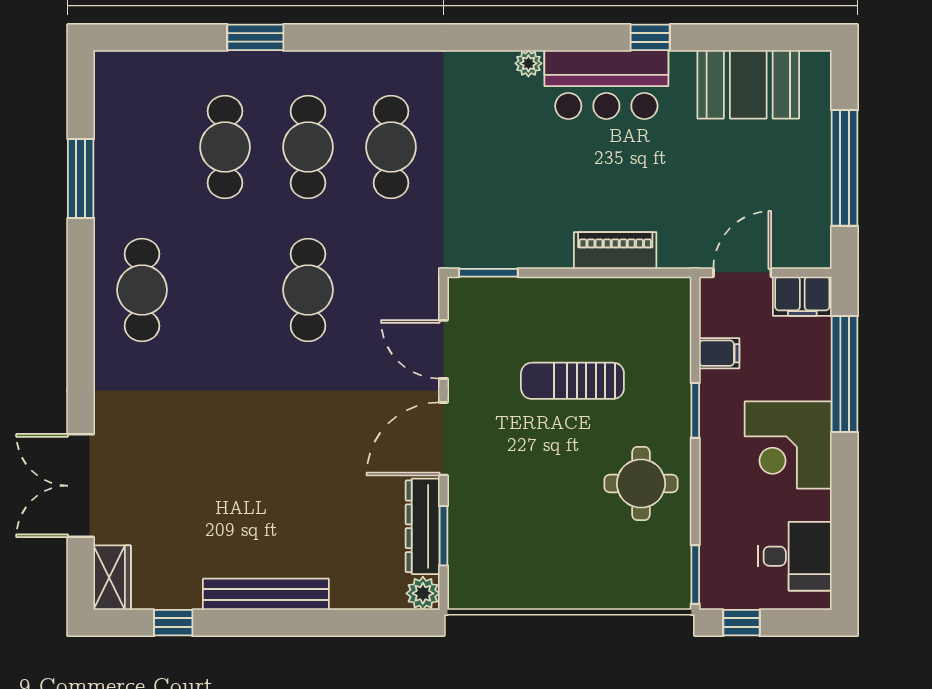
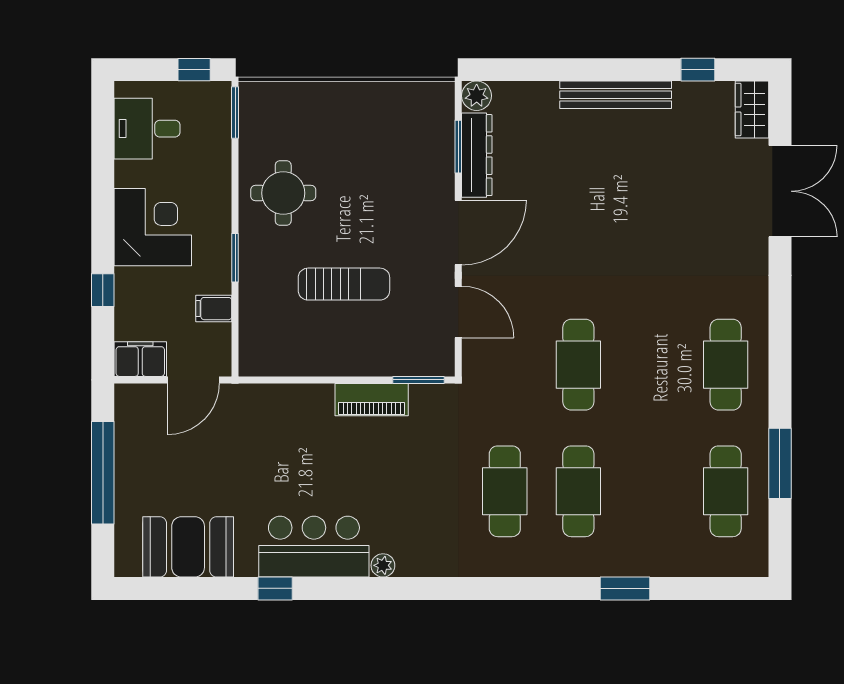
cafe table: (225, 147) -> (726, 491), moved
piano: (615, 250) -> (372, 400), moved
window: (845, 374) -> (103, 290), width x0.32

